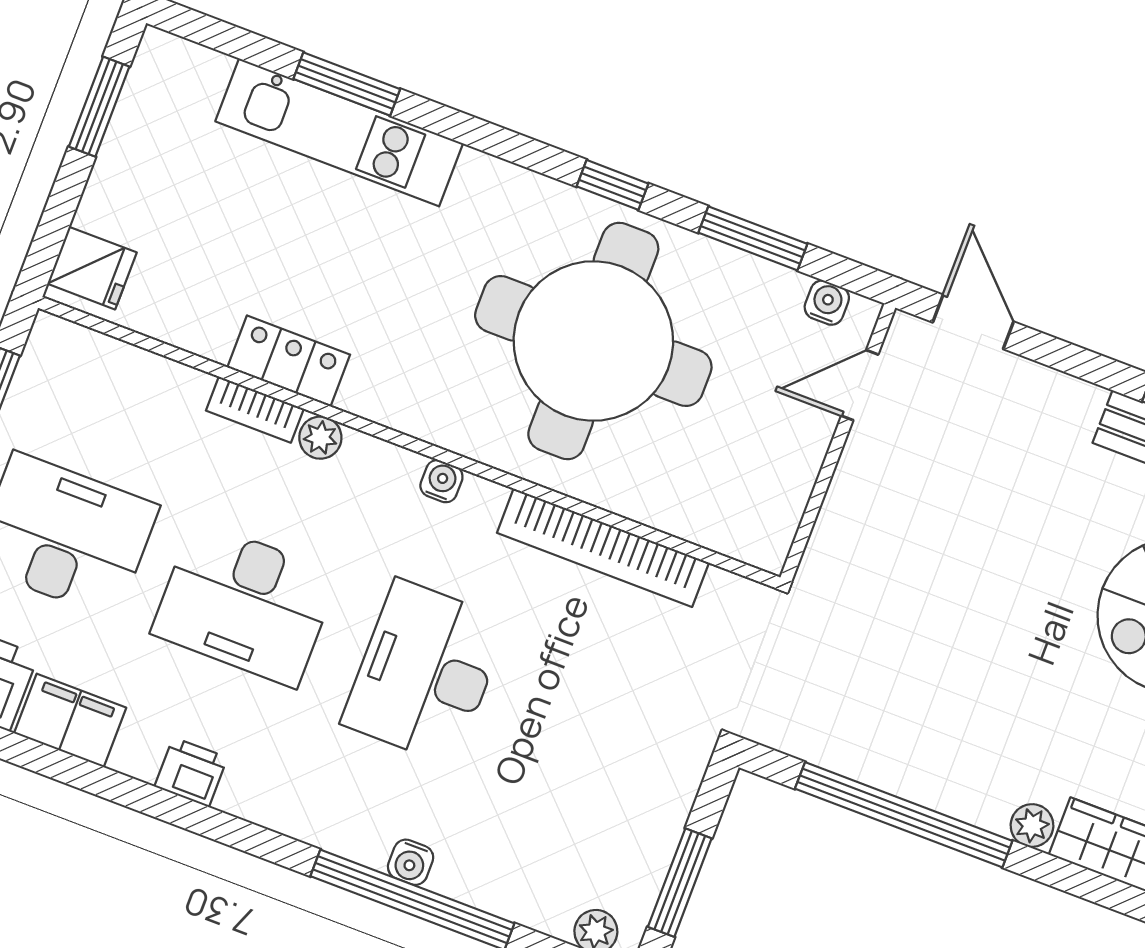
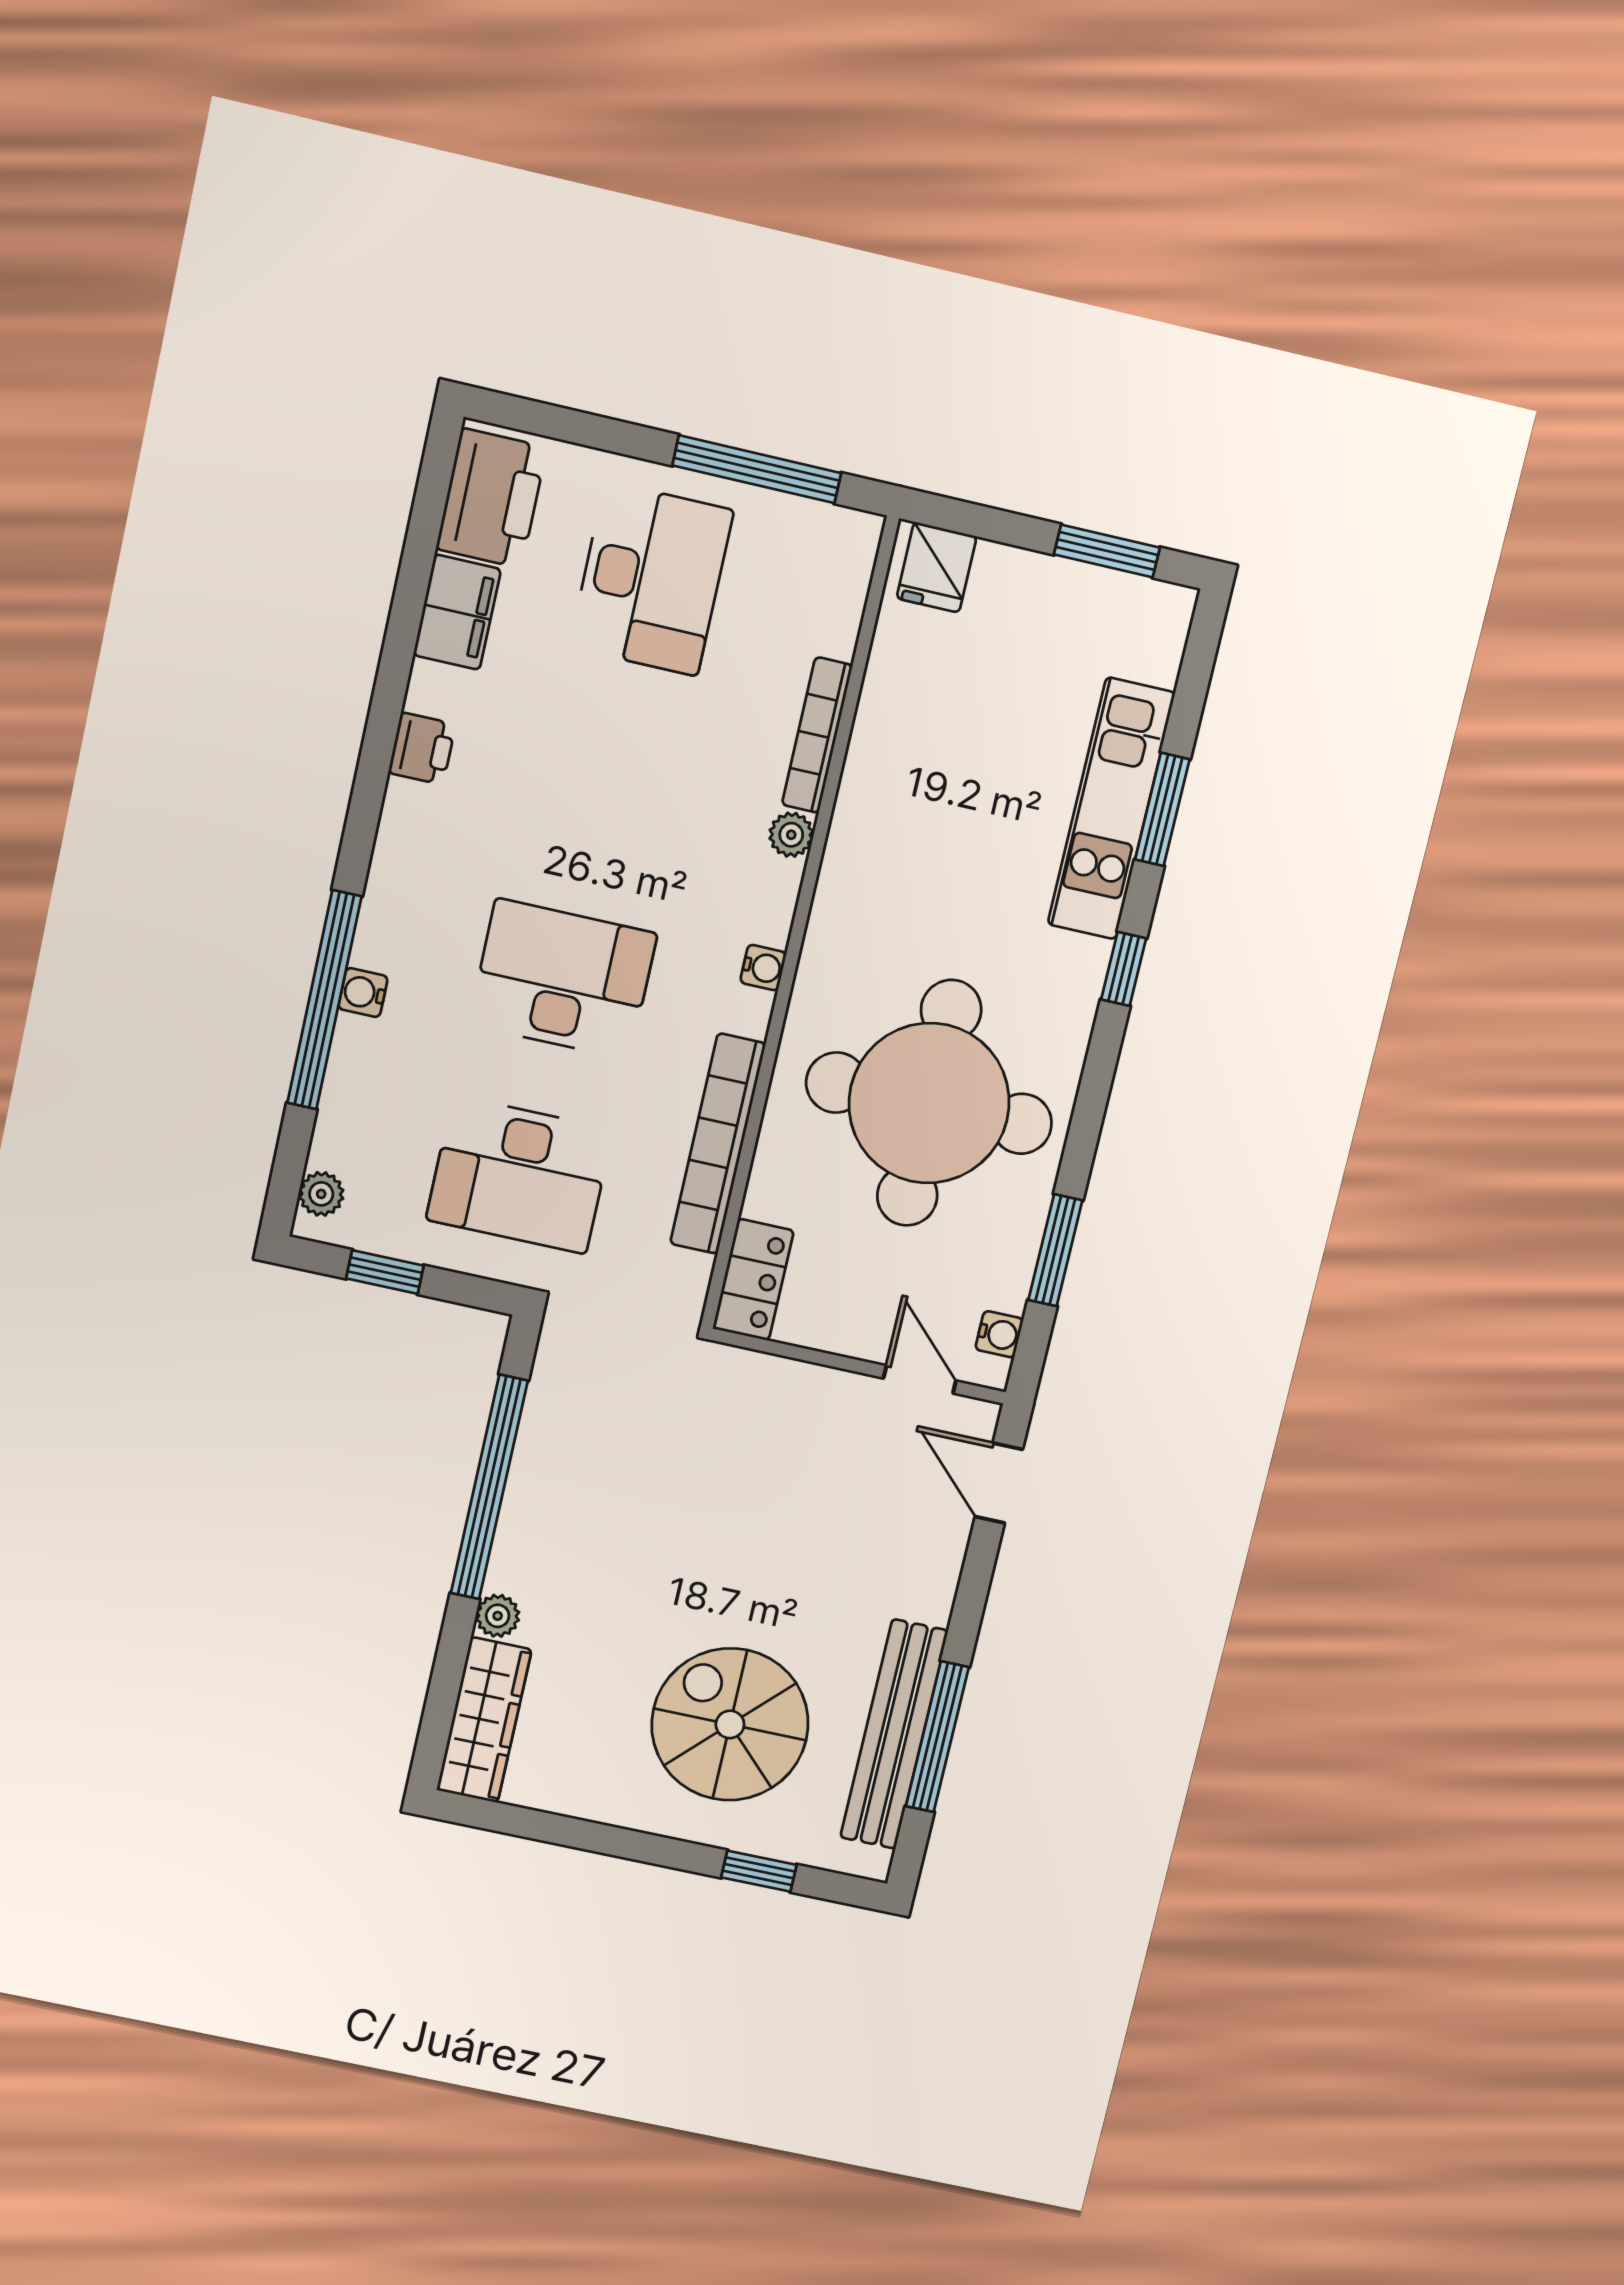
window: (612, 185) -> (1124, 969), moved
door: (973, 322) -> (999, 1483), swing flipped
locker: (289, 361) -> (753, 1280), moved
bookcase: (255, 410) -> (817, 735), width x1.56
desk: (245, 604) -> (520, 1175), moved, turned -90
window: (680, 883) -> (385, 1272), width x0.67

